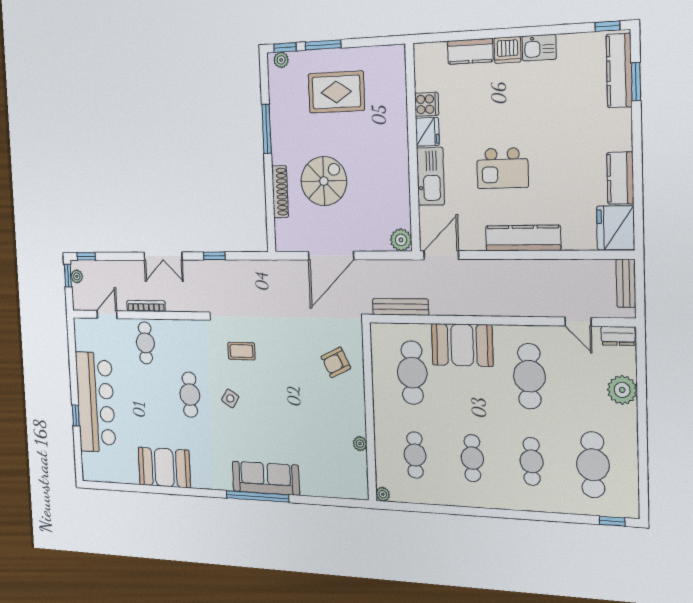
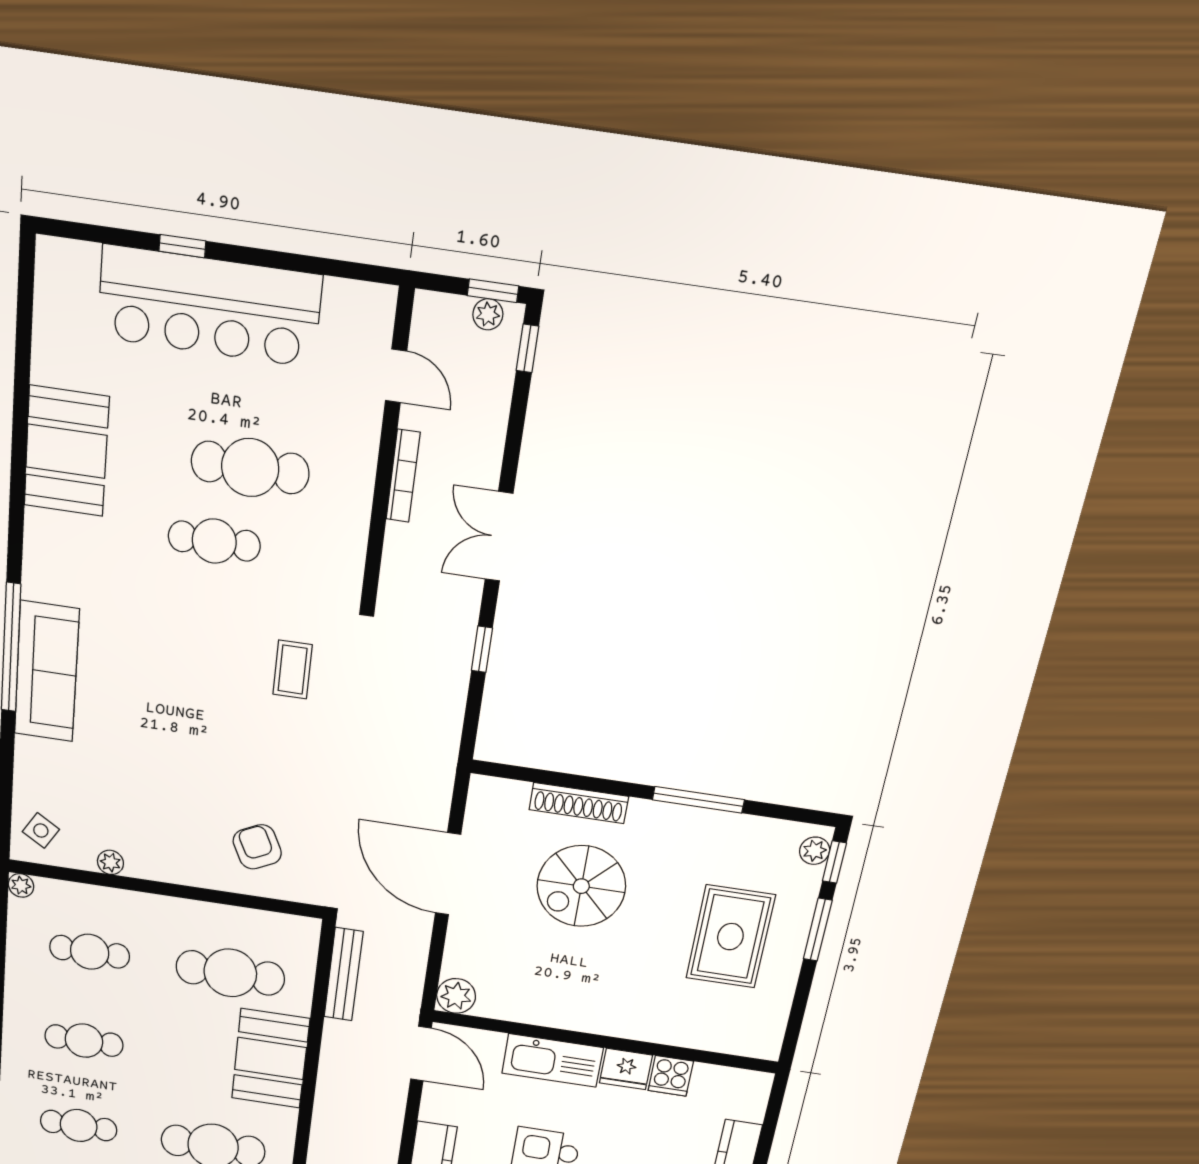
spiral stairs: (324, 181) -> (581, 886), turned 90
cafe table: (145, 343) -> (250, 468), moved, width x1.37, depth x1.35
side table: (230, 398) -> (41, 830), moved

